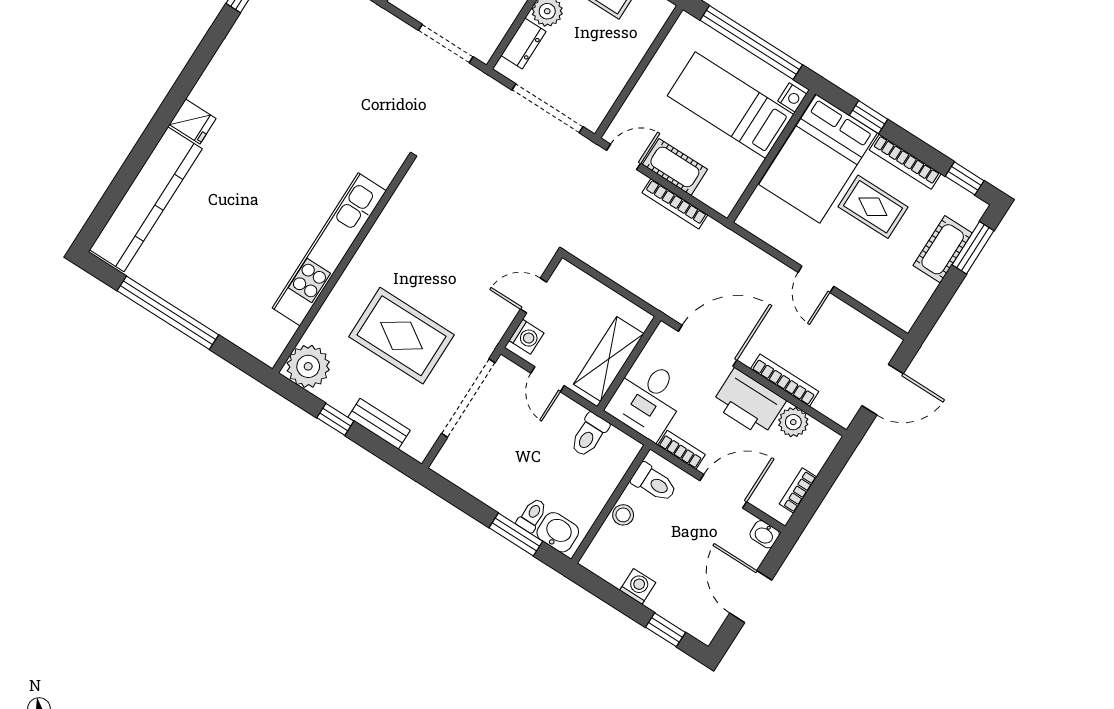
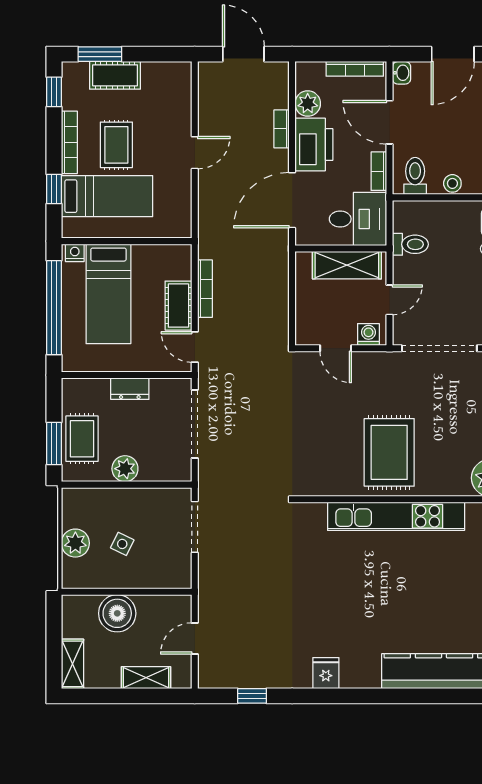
dresser: (524, 43) -> (130, 389), moved, turned 180
fridge: (193, 122) -> (326, 673), moved
bed: (818, 159) -> (107, 196), width x0.67
rug: (402, 336) -> (389, 452), moved
door: (708, 346) -> (292, 200), hinge flipped
bookcase: (785, 380) -> (282, 129), width x0.64
bookcase: (798, 490) -> (355, 69), width x1.56

